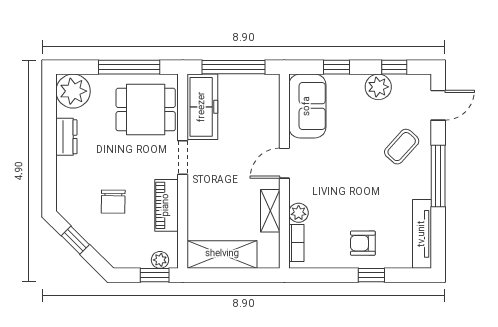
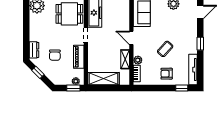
dresser: (66, 137) -> (34, 50), moved
coffee table: (402, 147) -> (165, 49), moved
door: (284, 163) -> (131, 38), hinge flipped
window: (438, 176) -> (200, 44), width x0.46
window: (371, 275) -> (182, 88), moved

